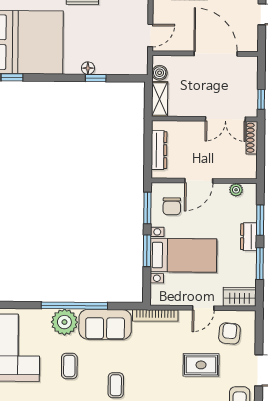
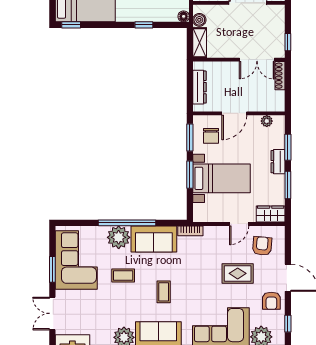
floor lamp: (88, 68) -> (184, 16), moved
bookcase: (155, 315) -> (190, 231), width x0.64
coffee table: (69, 366) -> (123, 275), turned 90

